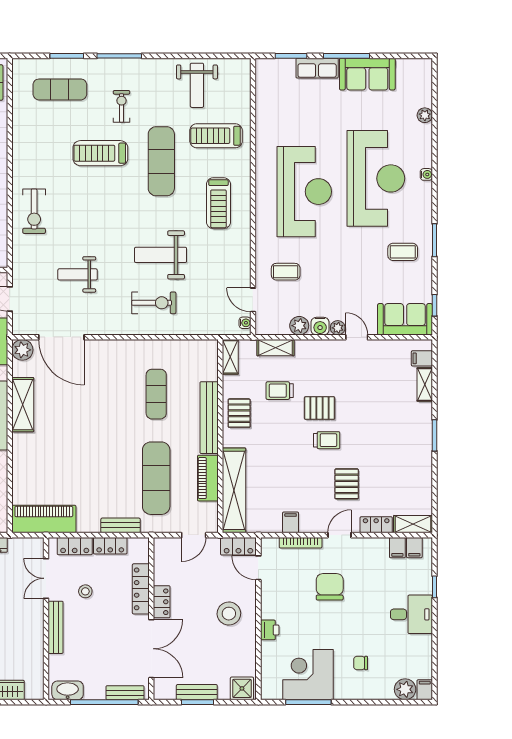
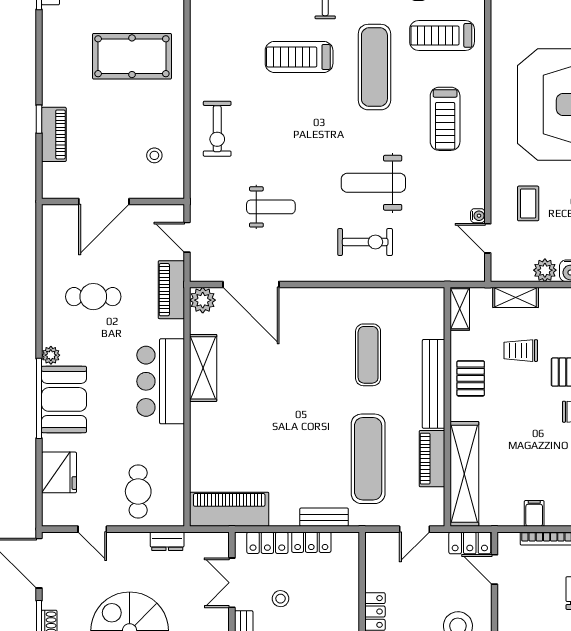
coffee table: (286, 272) -> (528, 203), turned 90
weight bench: (78, 274) -> (271, 207), turned 180
water cooler: (245, 323) -> (478, 216), moved
locker: (141, 589) -> (349, 596), removed

